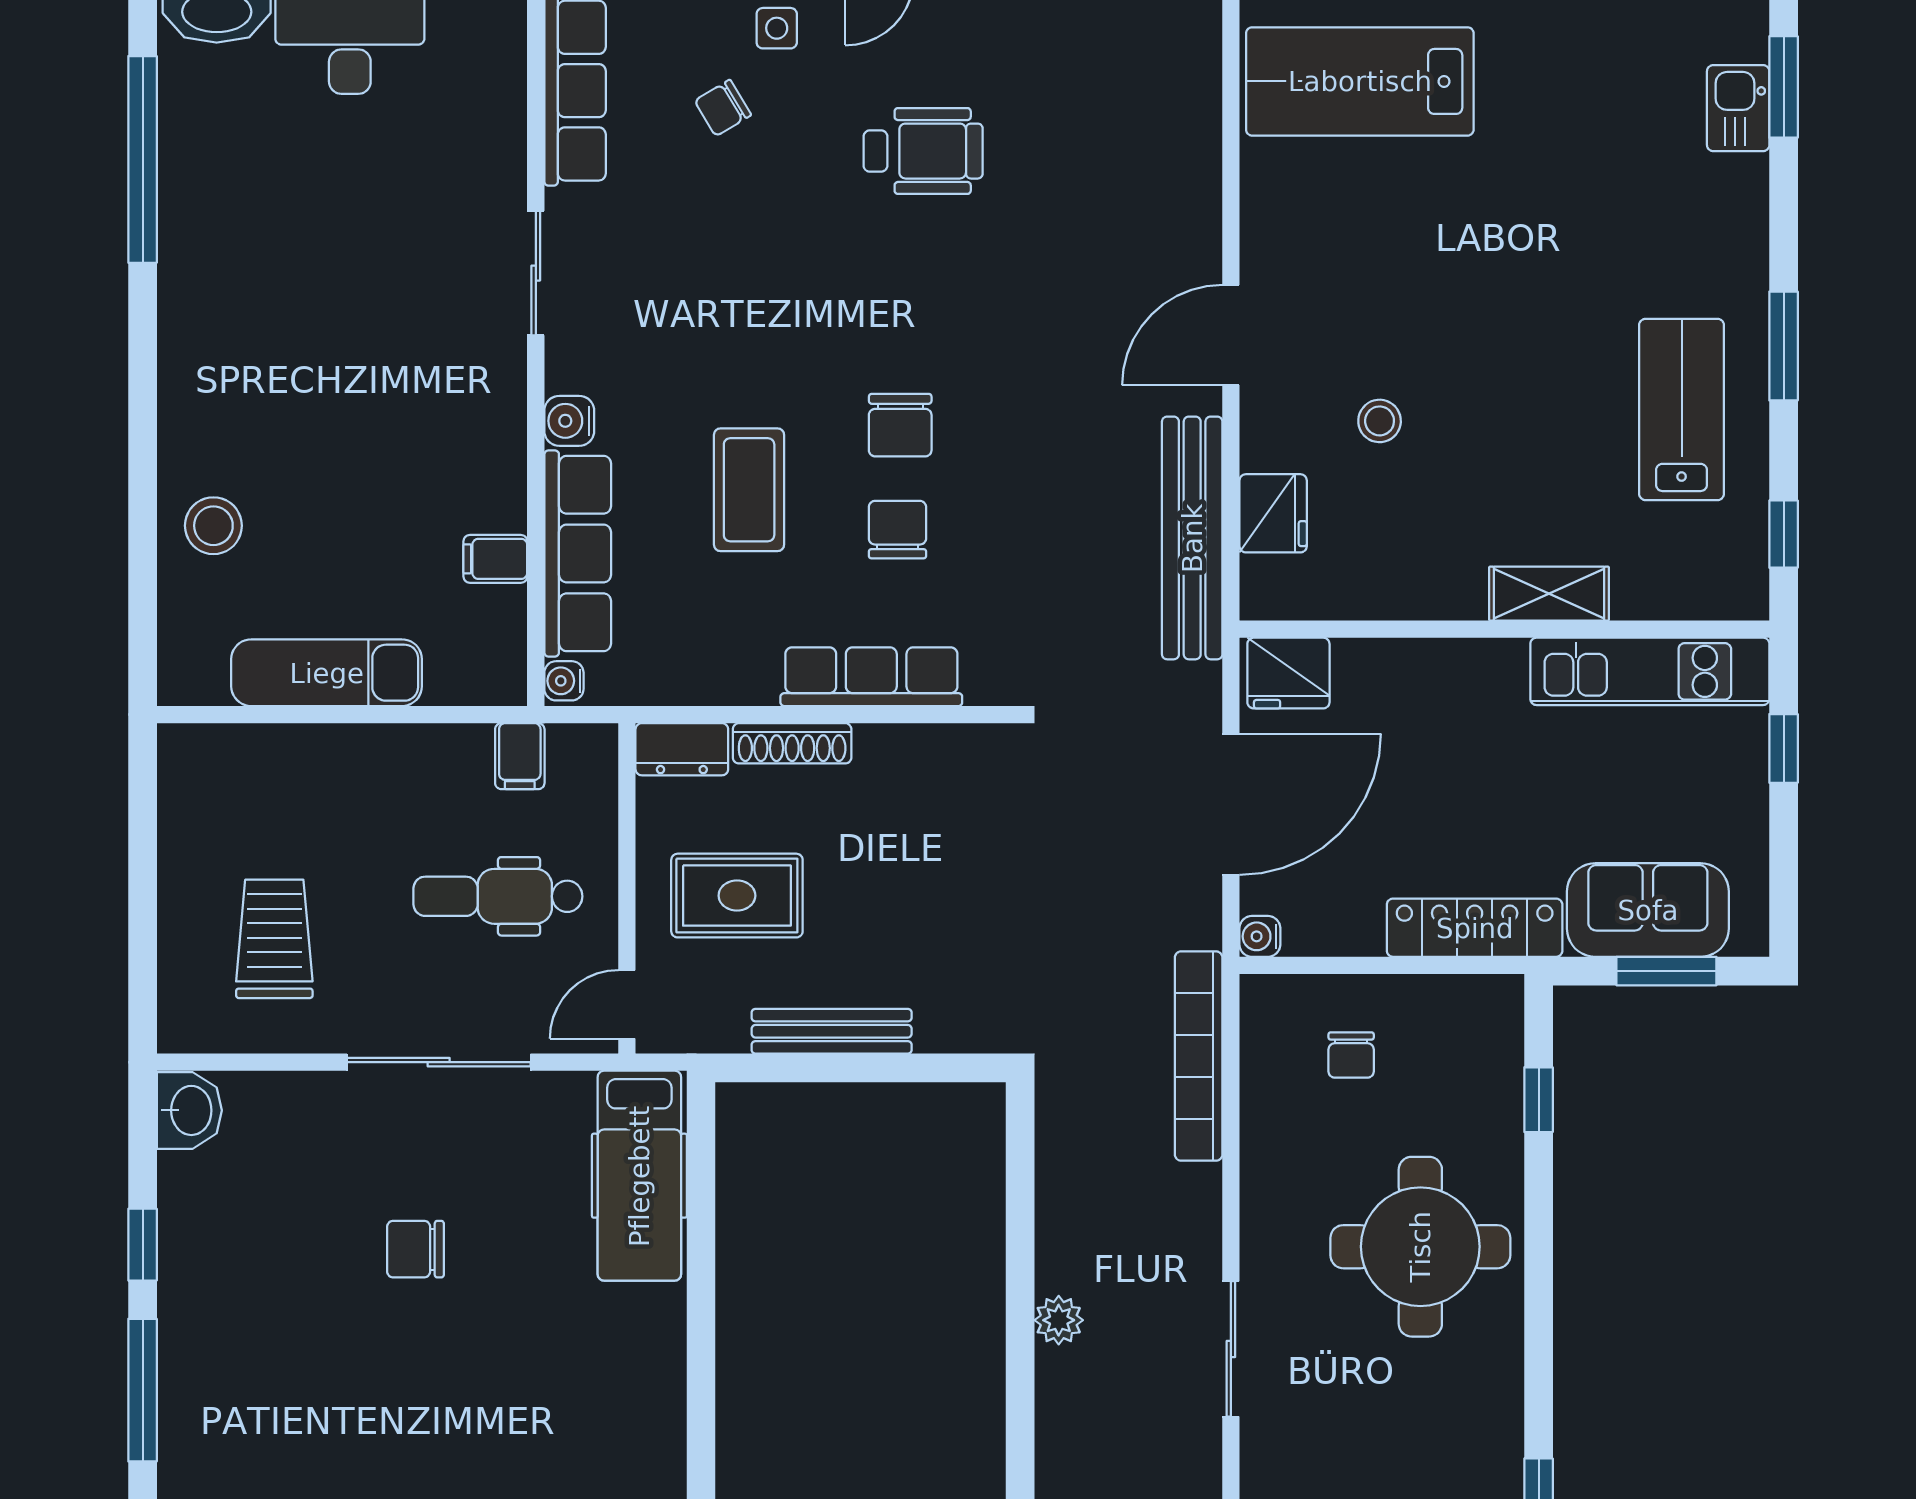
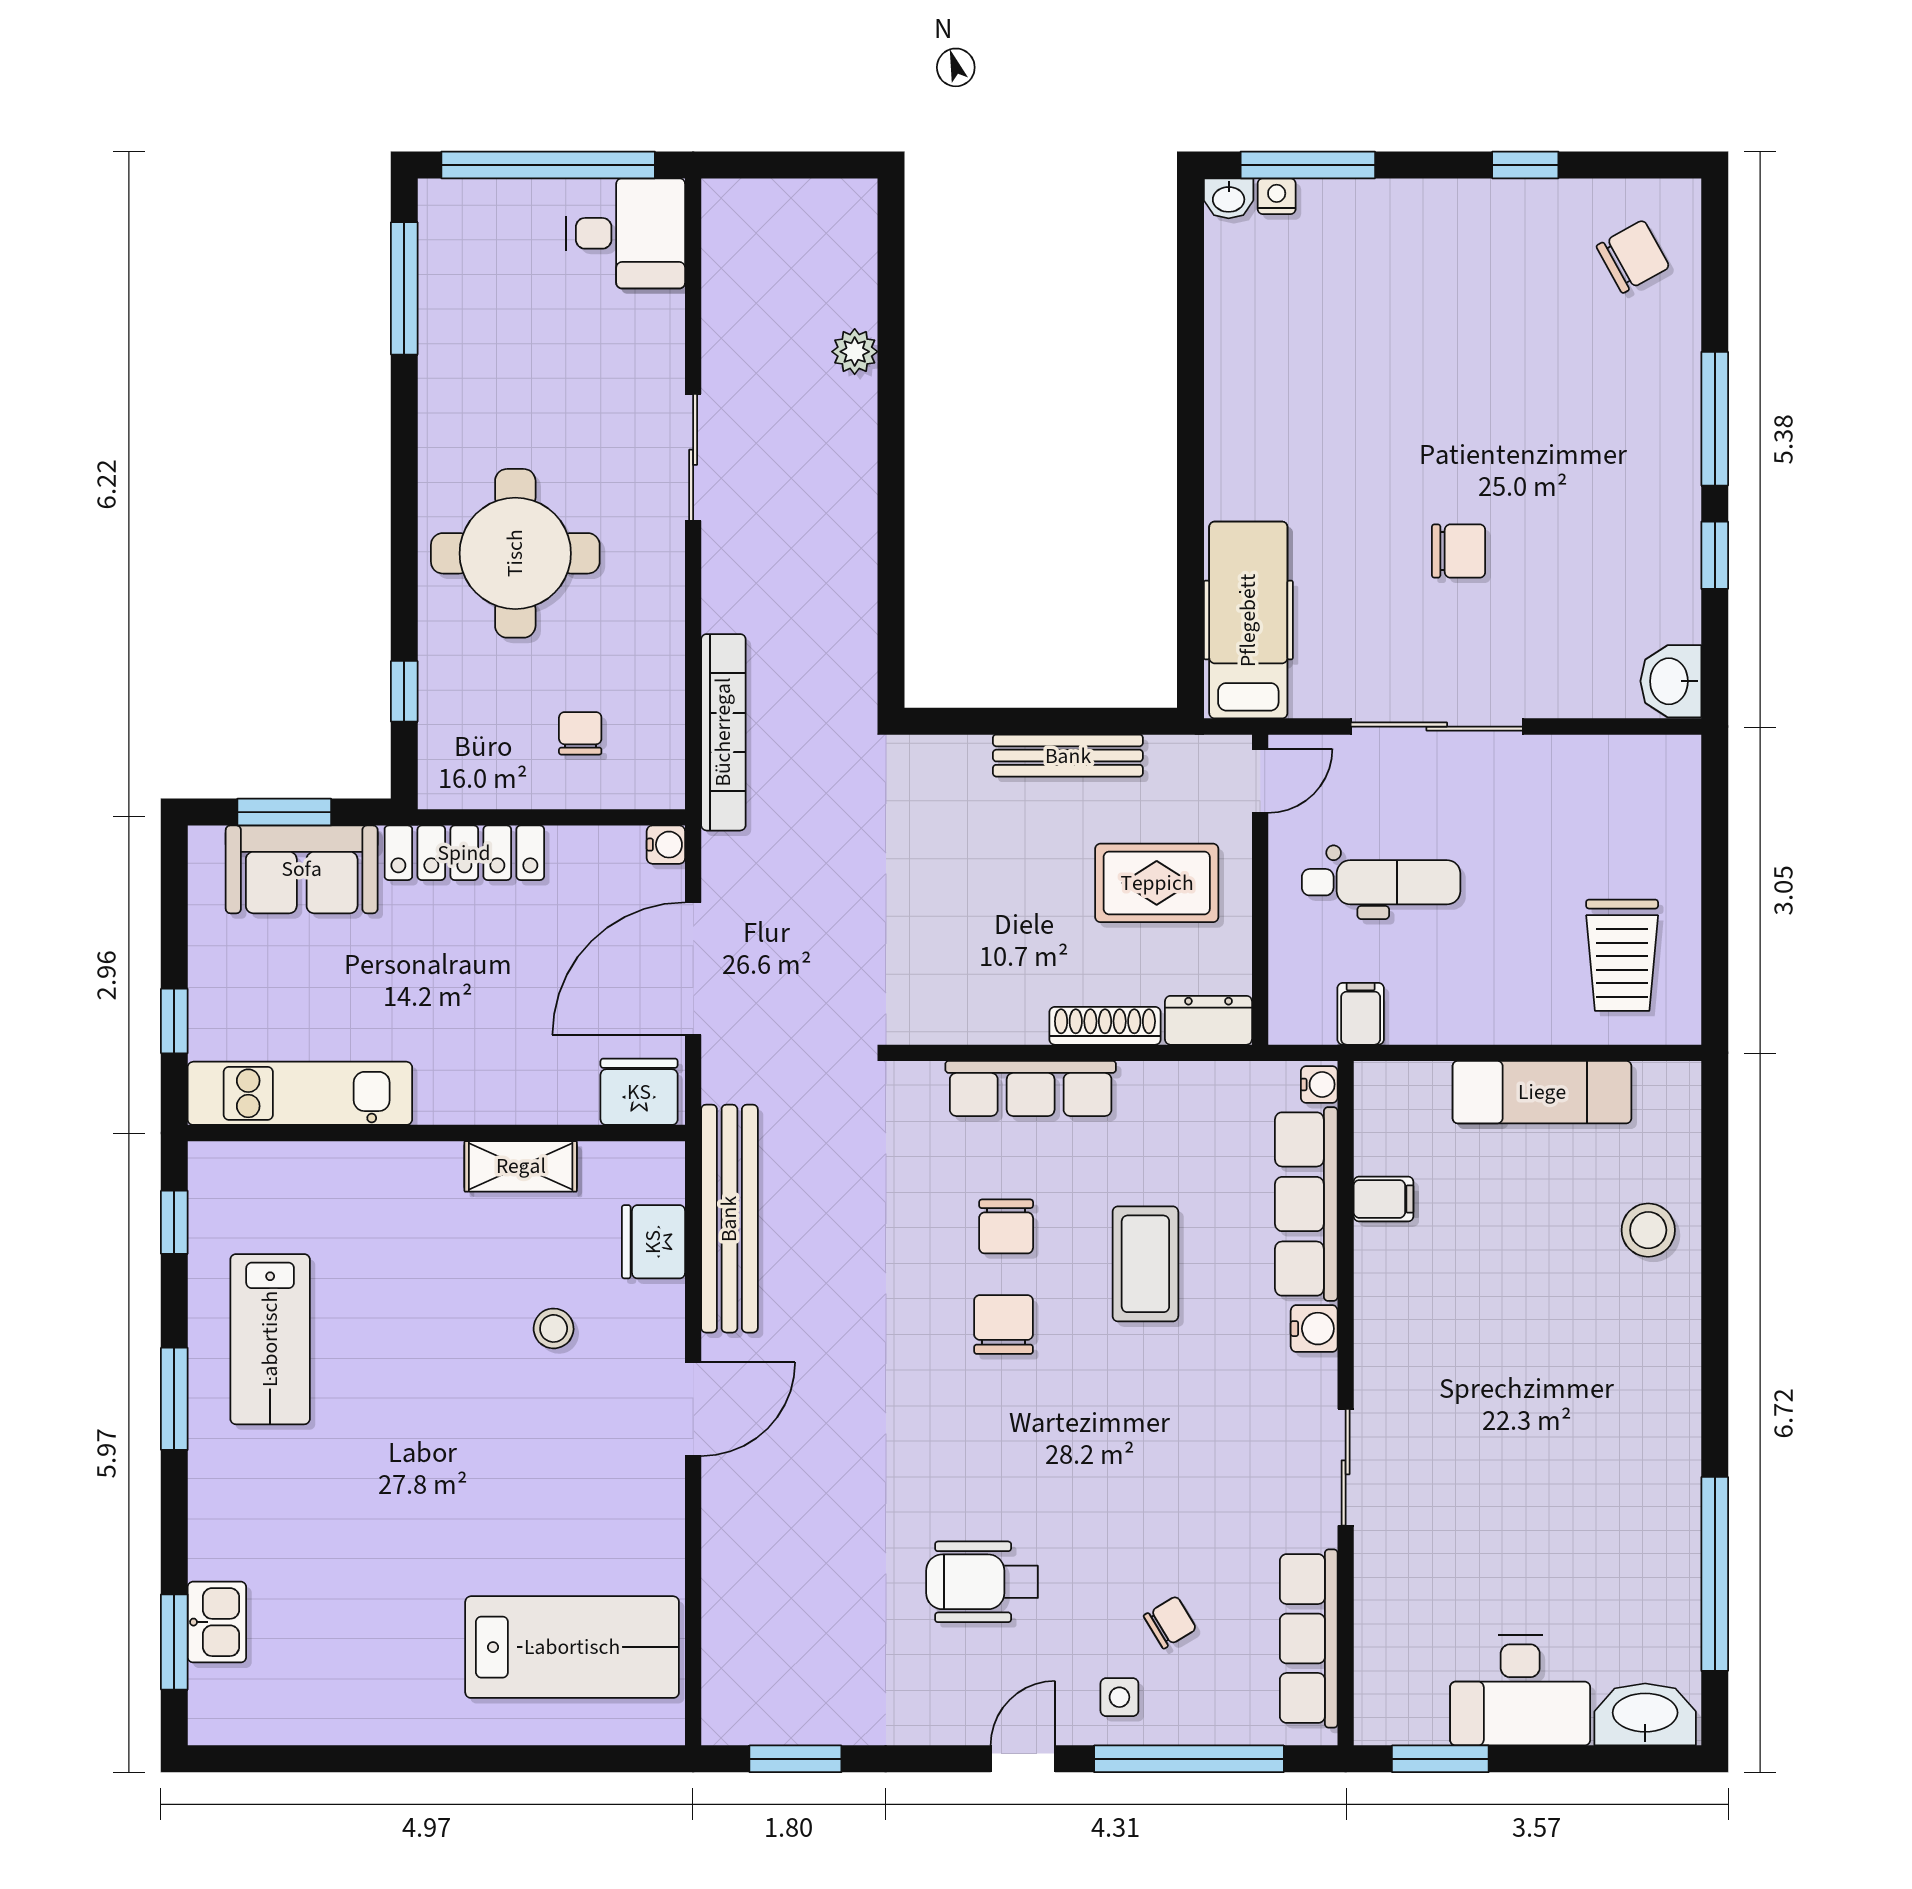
shelving: (1549, 594) -> (521, 1166), moved
trolley: (274, 939) -> (1622, 955), moved
plant: (1059, 1320) -> (855, 352), moved

